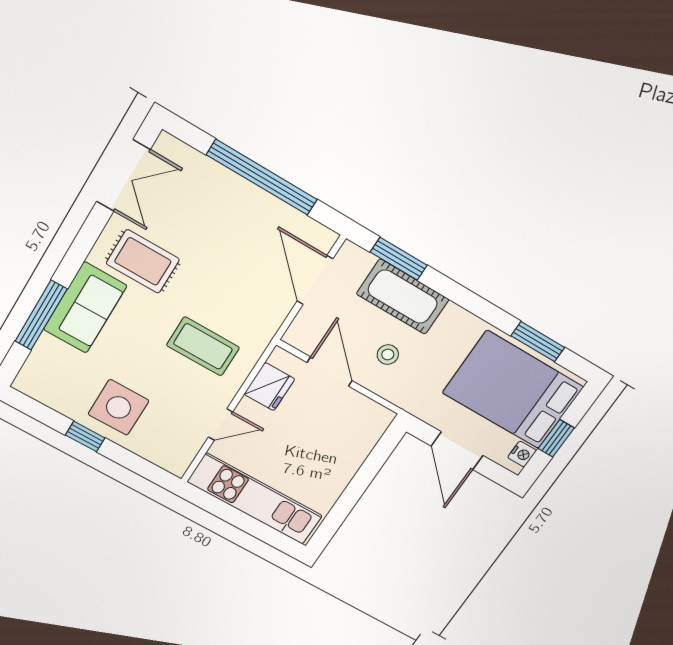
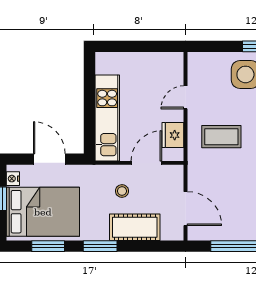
window: (399, 259) -> (100, 246), moved
door: (330, 372) -> (146, 163), swing flipped
kitchen unit: (255, 499) -> (107, 118), moved, turned -90

